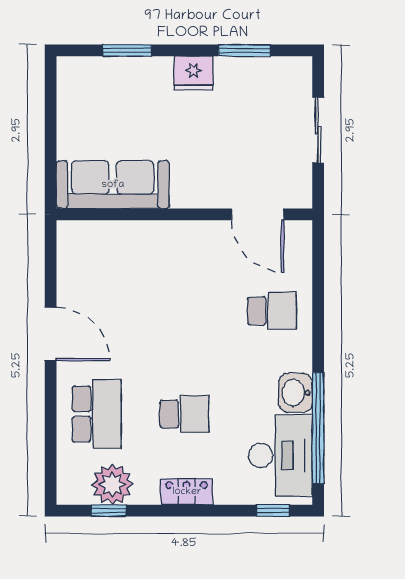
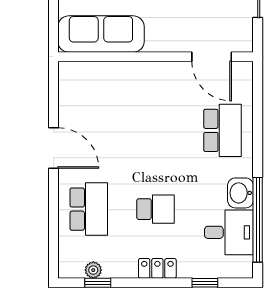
school desk: (272, 311) -> (222, 130), width x1.85
desk: (280, 455) -> (229, 232), width x0.73
plant: (112, 484) -> (93, 270), width x0.53, depth x0.53
window: (273, 511) -> (205, 283), moved

